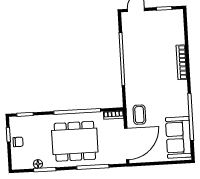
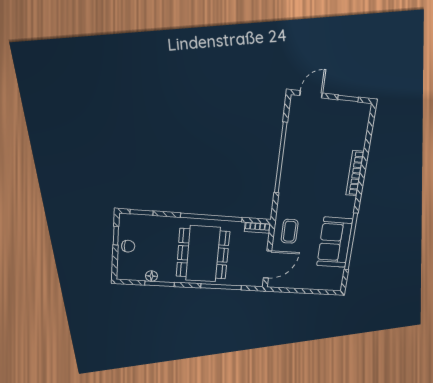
sofa: (178, 137) -> (335, 242), moved
dining table: (75, 141) -> (203, 254), turned 90
door: (127, 144) -> (268, 264), width x0.73

